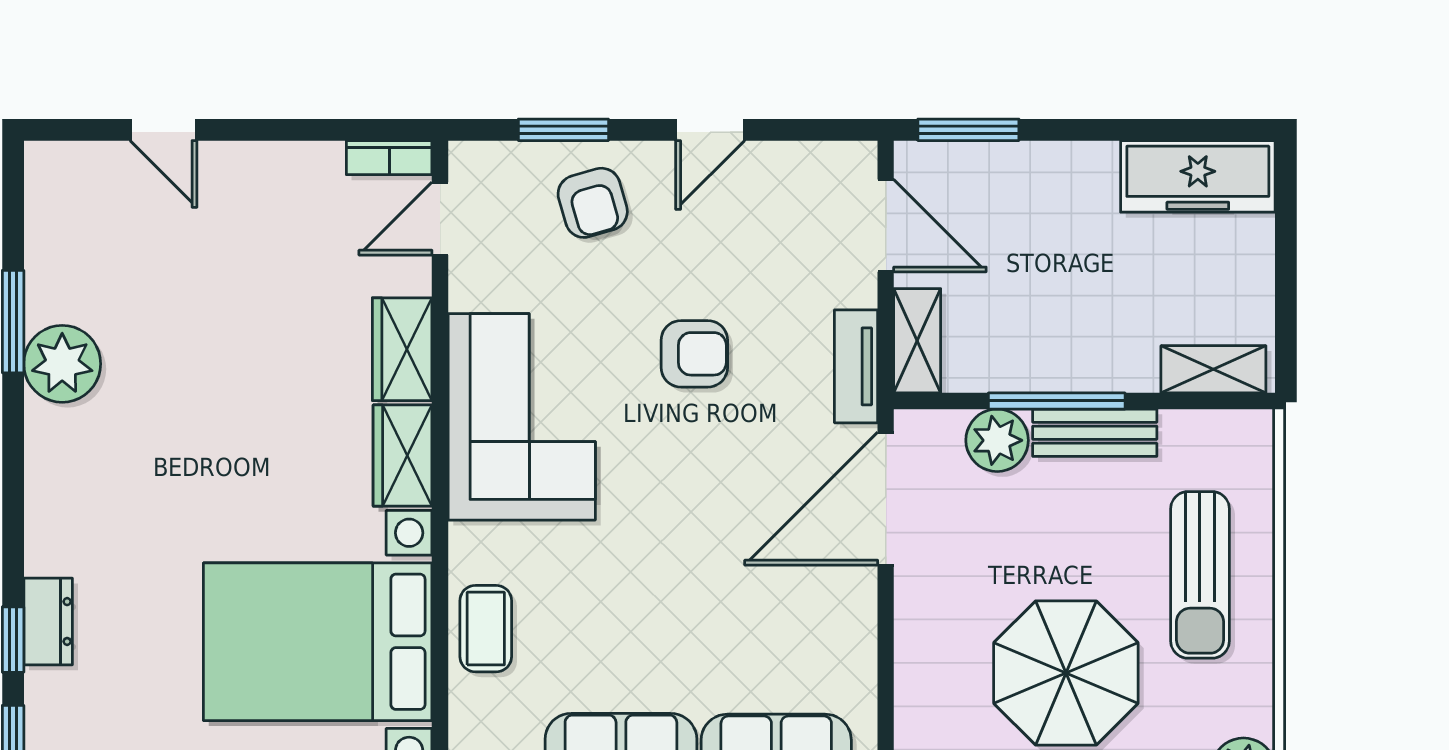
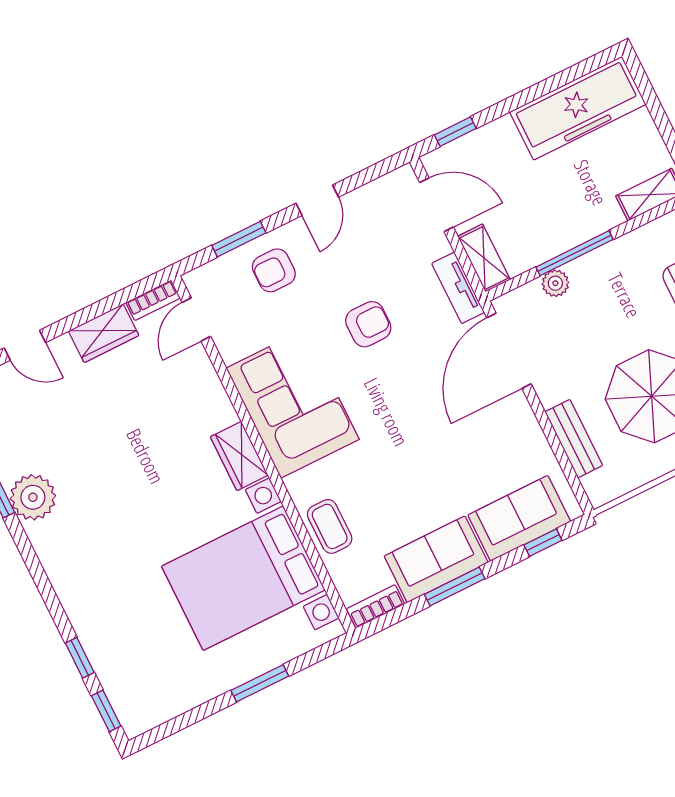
window: (968, 130) -> (455, 132), width x0.67
freezer: (1198, 176) -> (578, 108), width x1.36, depth x1.26
armchair: (593, 203) -> (274, 270), turned 106
wardrobe: (402, 349) -> (104, 333), moved, turned -90
bench: (1095, 433) -> (574, 439), moved, turned 90
plant: (997, 440) -> (555, 283), width x0.73, depth x0.73
dresser: (48, 622) -> (94, 639), removed

